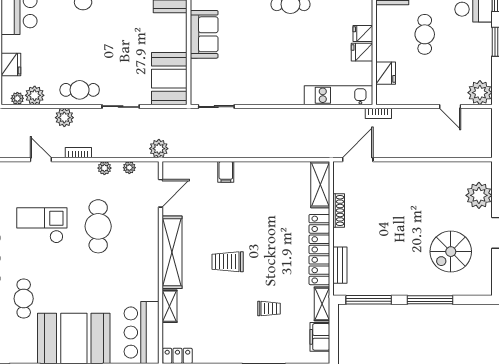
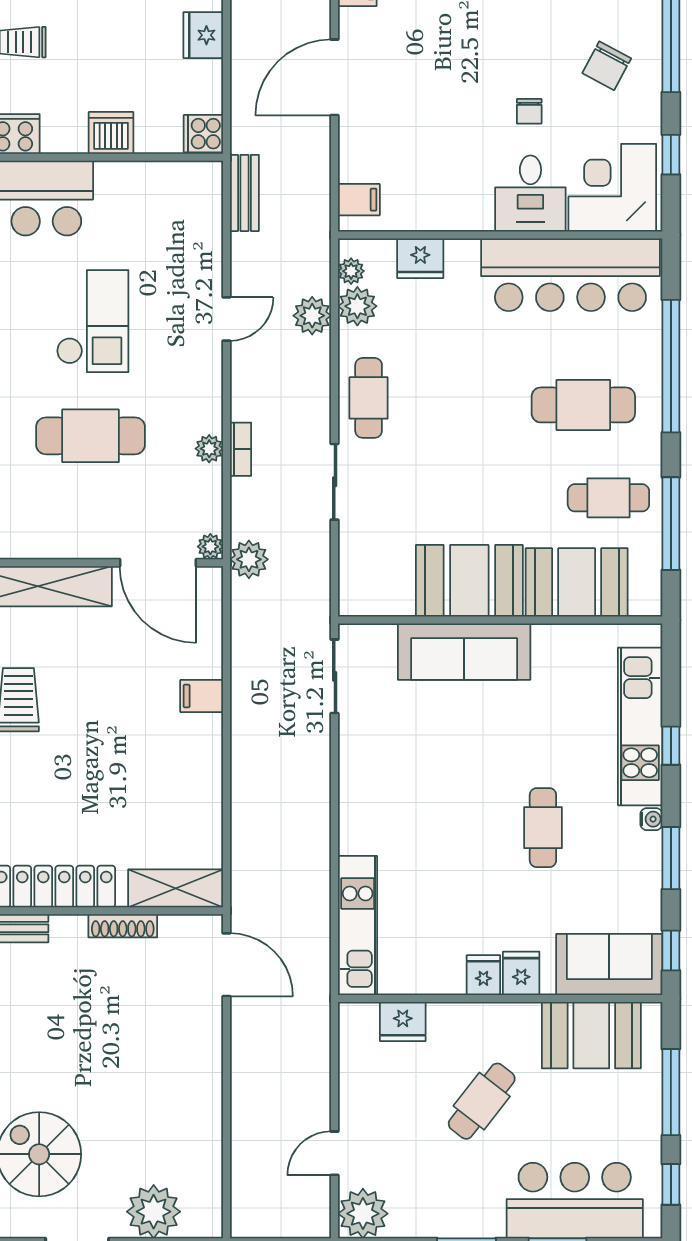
sofa: (204, 34) -> (464, 652), width x1.36
cafe table: (425, 34) -> (482, 1101), turned -52
fridge: (362, 52) -> (521, 973), moved
booth: (169, 79) -> (469, 581), moved
bookcase: (378, 113) -> (321, 1007), removed
plant: (64, 118) -> (312, 316), moved
bookcase: (78, 153) -> (241, 449), moved
plant: (129, 168) -> (210, 547), moved
door: (160, 193) -> (158, 563), width x1.36

